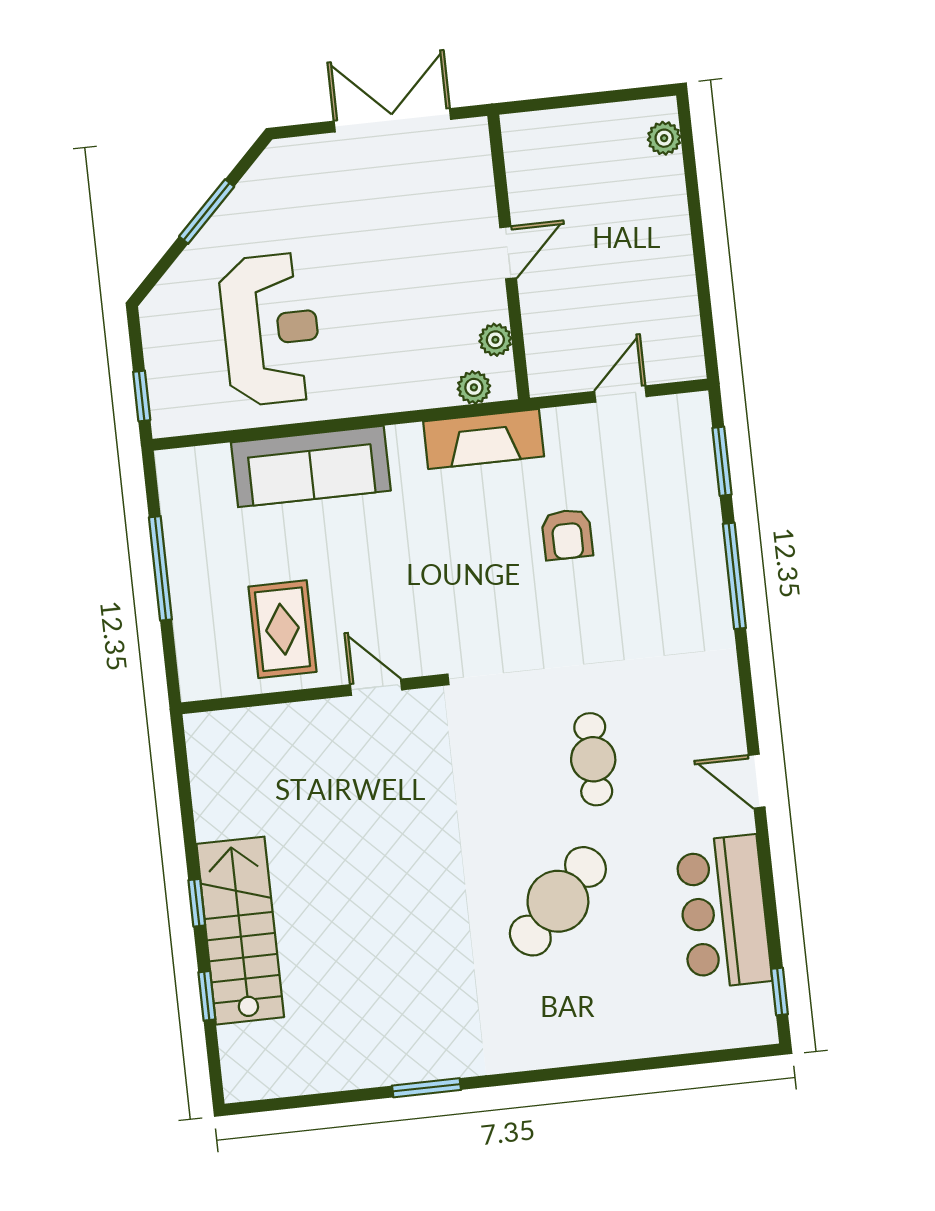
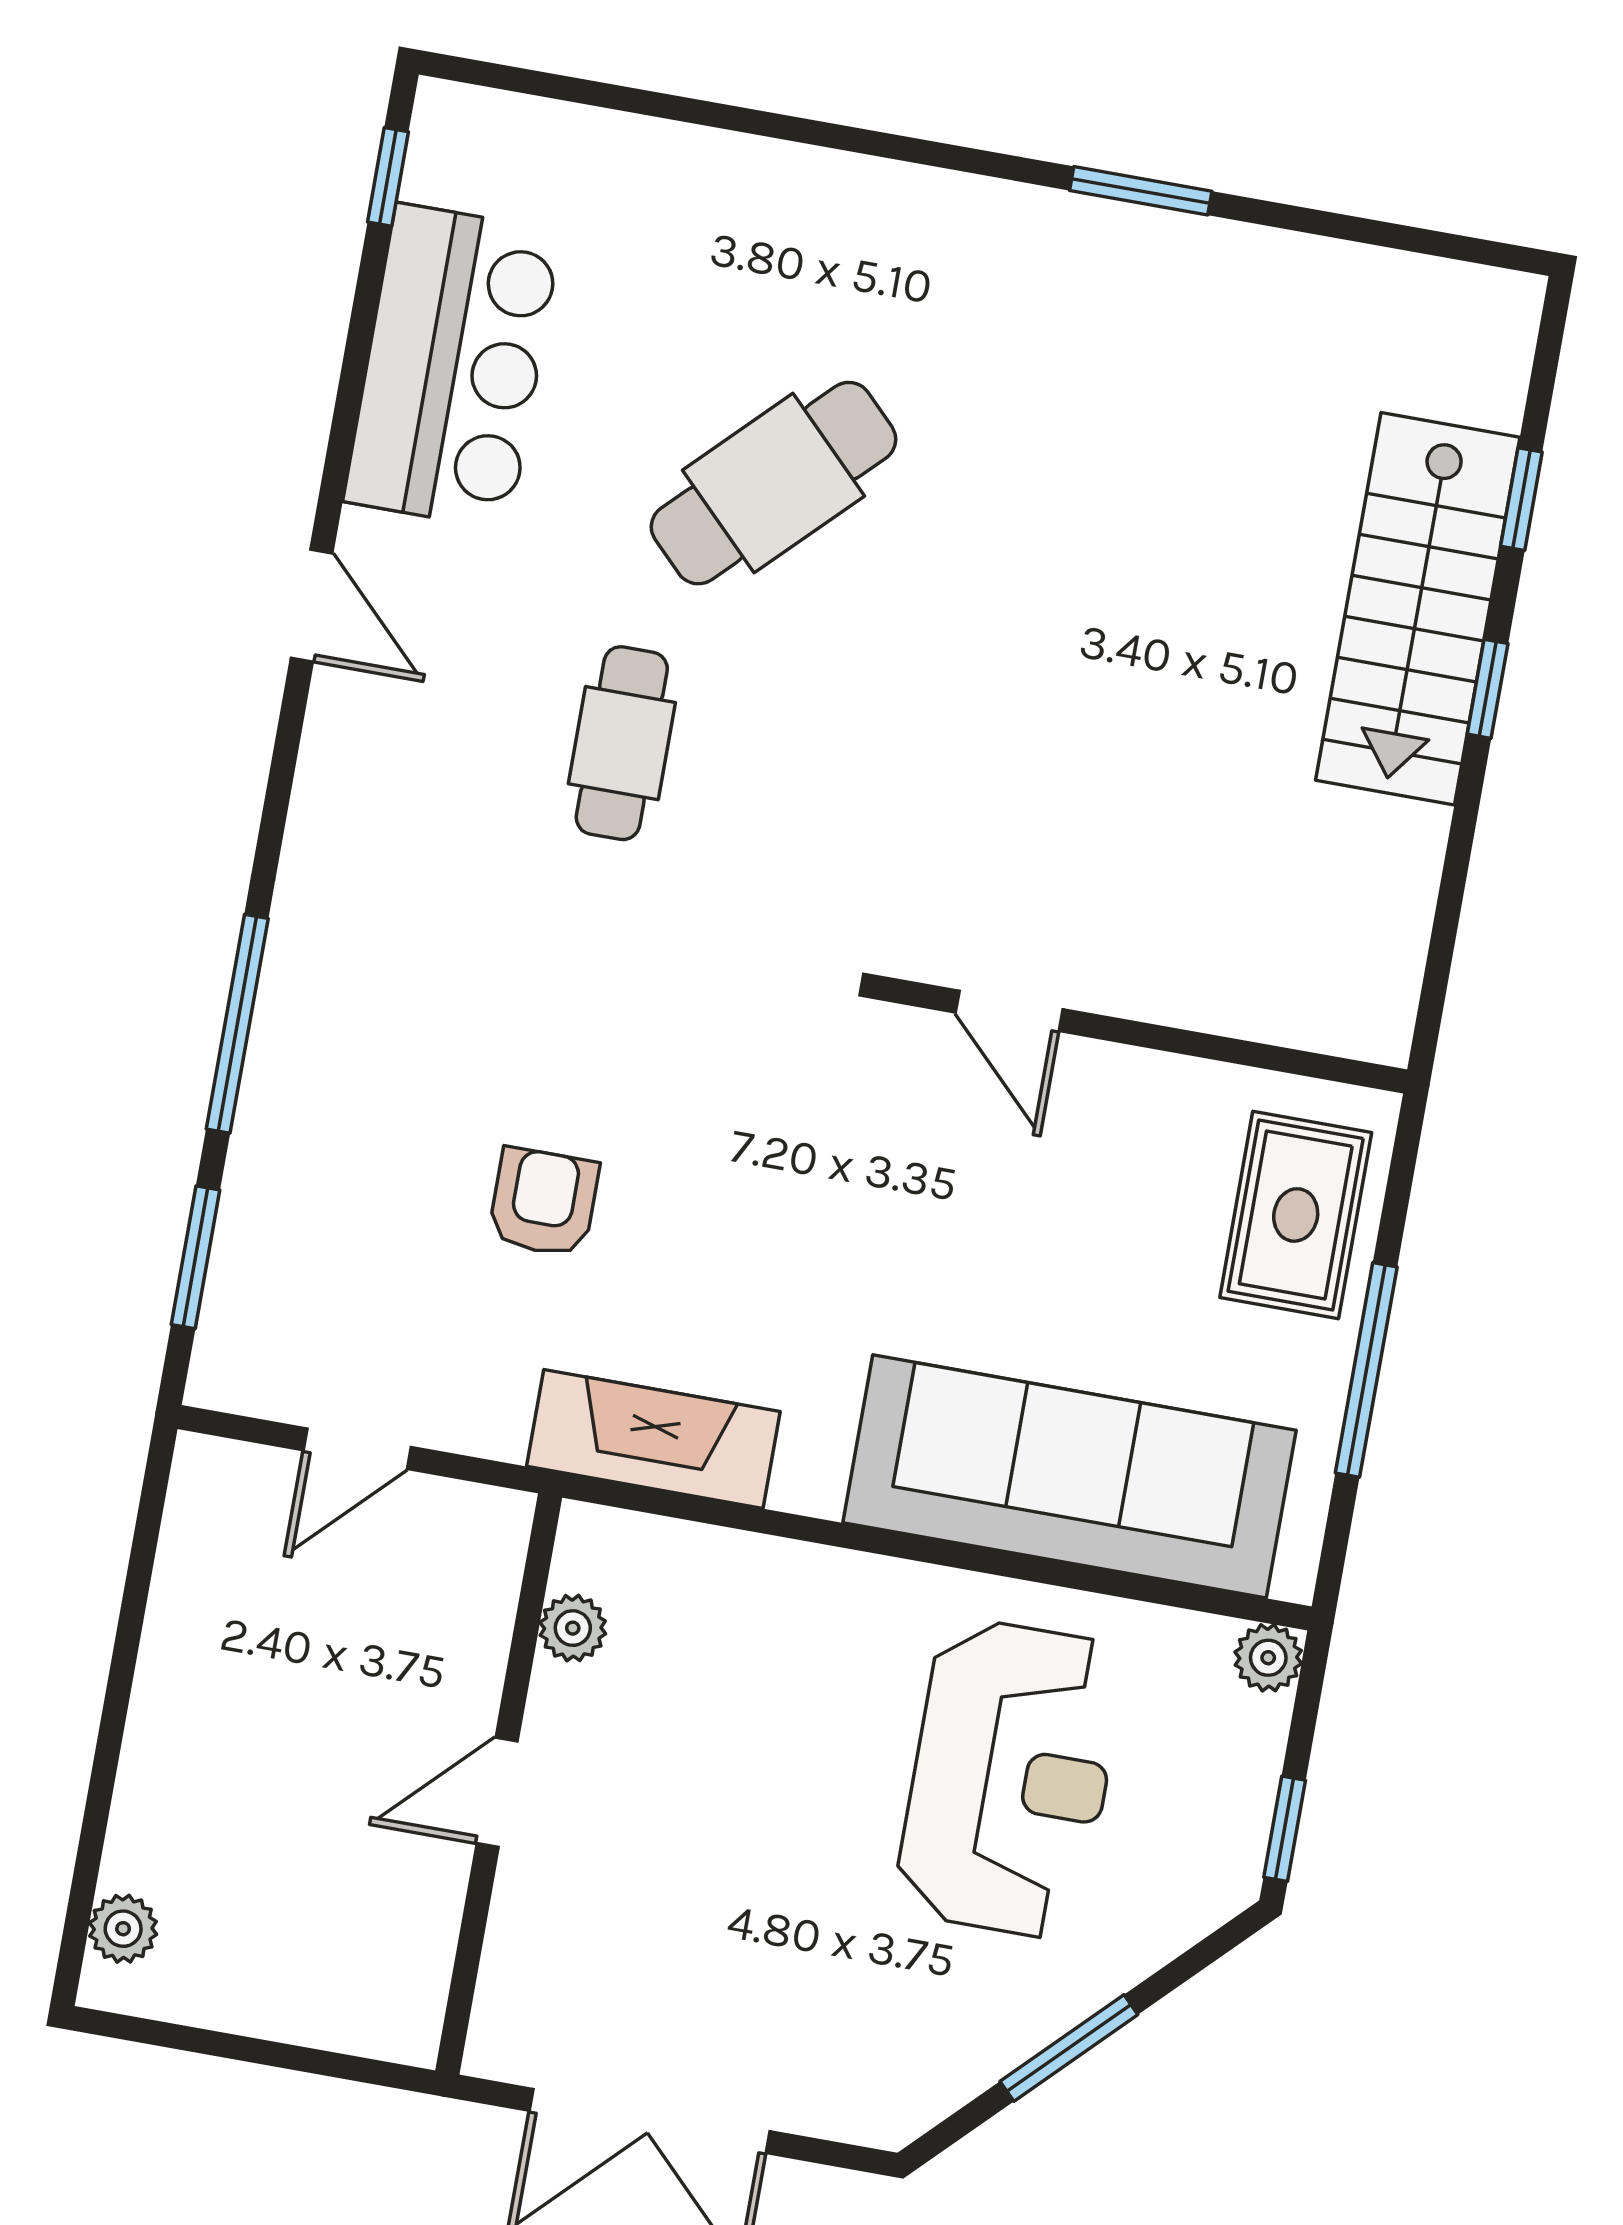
reception desk: (271, 329) -> (1010, 1779), turned 180
plant: (474, 387) -> (1268, 1658), moved
window: (142, 396) -> (1285, 1829), moved
sofa: (311, 466) -> (1069, 1476), width x1.36, depth x1.27
rug: (282, 629) -> (1296, 1215), moved

